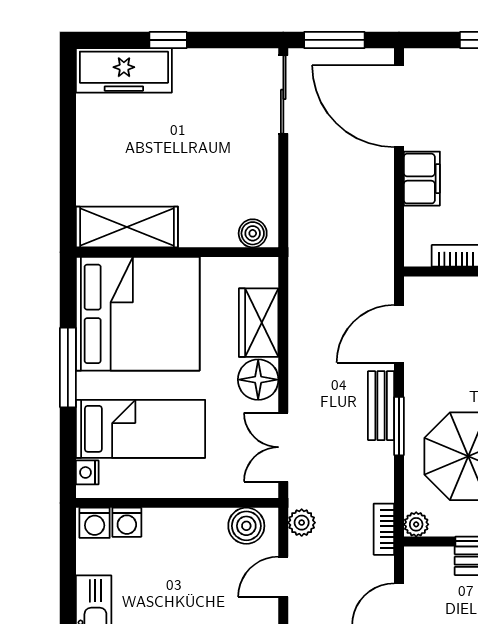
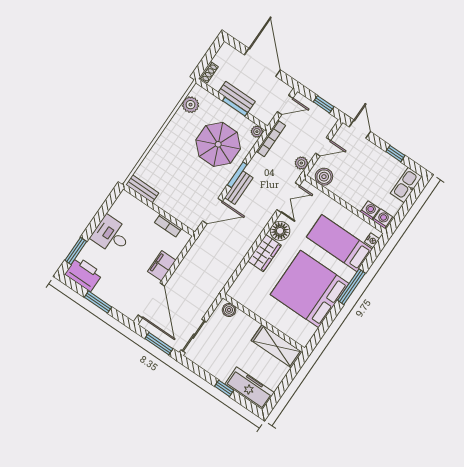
shelving: (127, 227) -> (277, 346), moved
boiler: (253, 233) -> (229, 310), moved
wall: (177, 252) -> (264, 323), moved
bookcase: (384, 529) -> (271, 138), width x1.56

